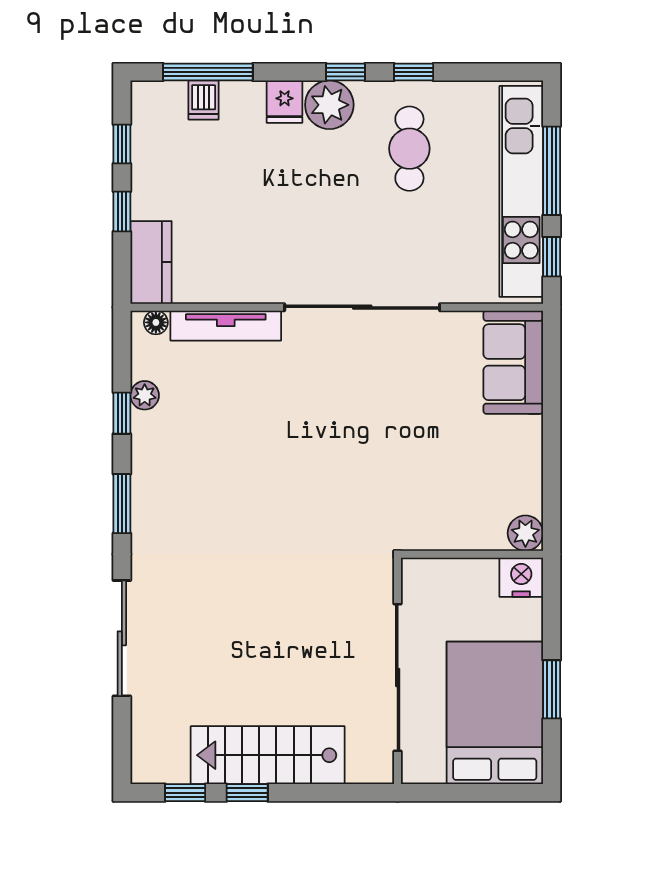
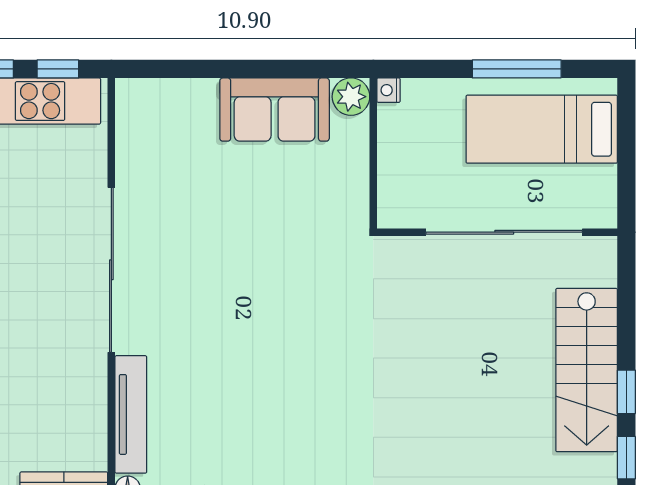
sofa: (513, 362) -> (275, 110), moved
nightstand: (521, 577) -> (389, 90), width x0.53, depth x0.56
window: (552, 689) -> (517, 69), width x1.44
bed: (495, 713) -> (542, 129), width x0.67

